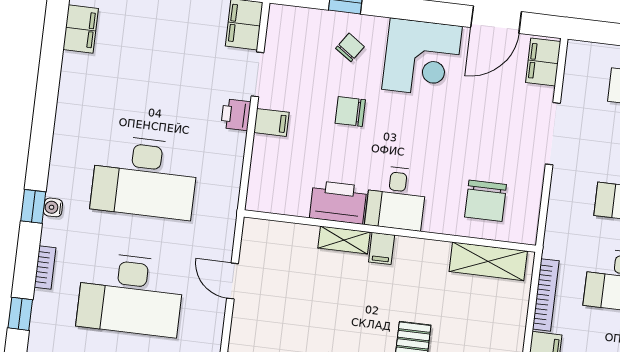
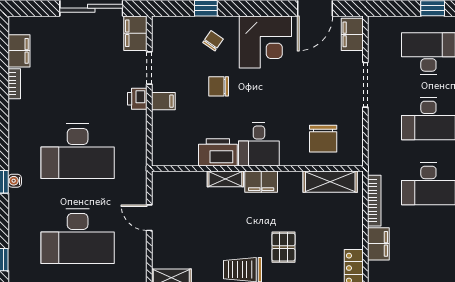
filing cabinet: (382, 248) -> (261, 182), width x2.00
bookcase: (45, 267) -> (14, 84), moved

